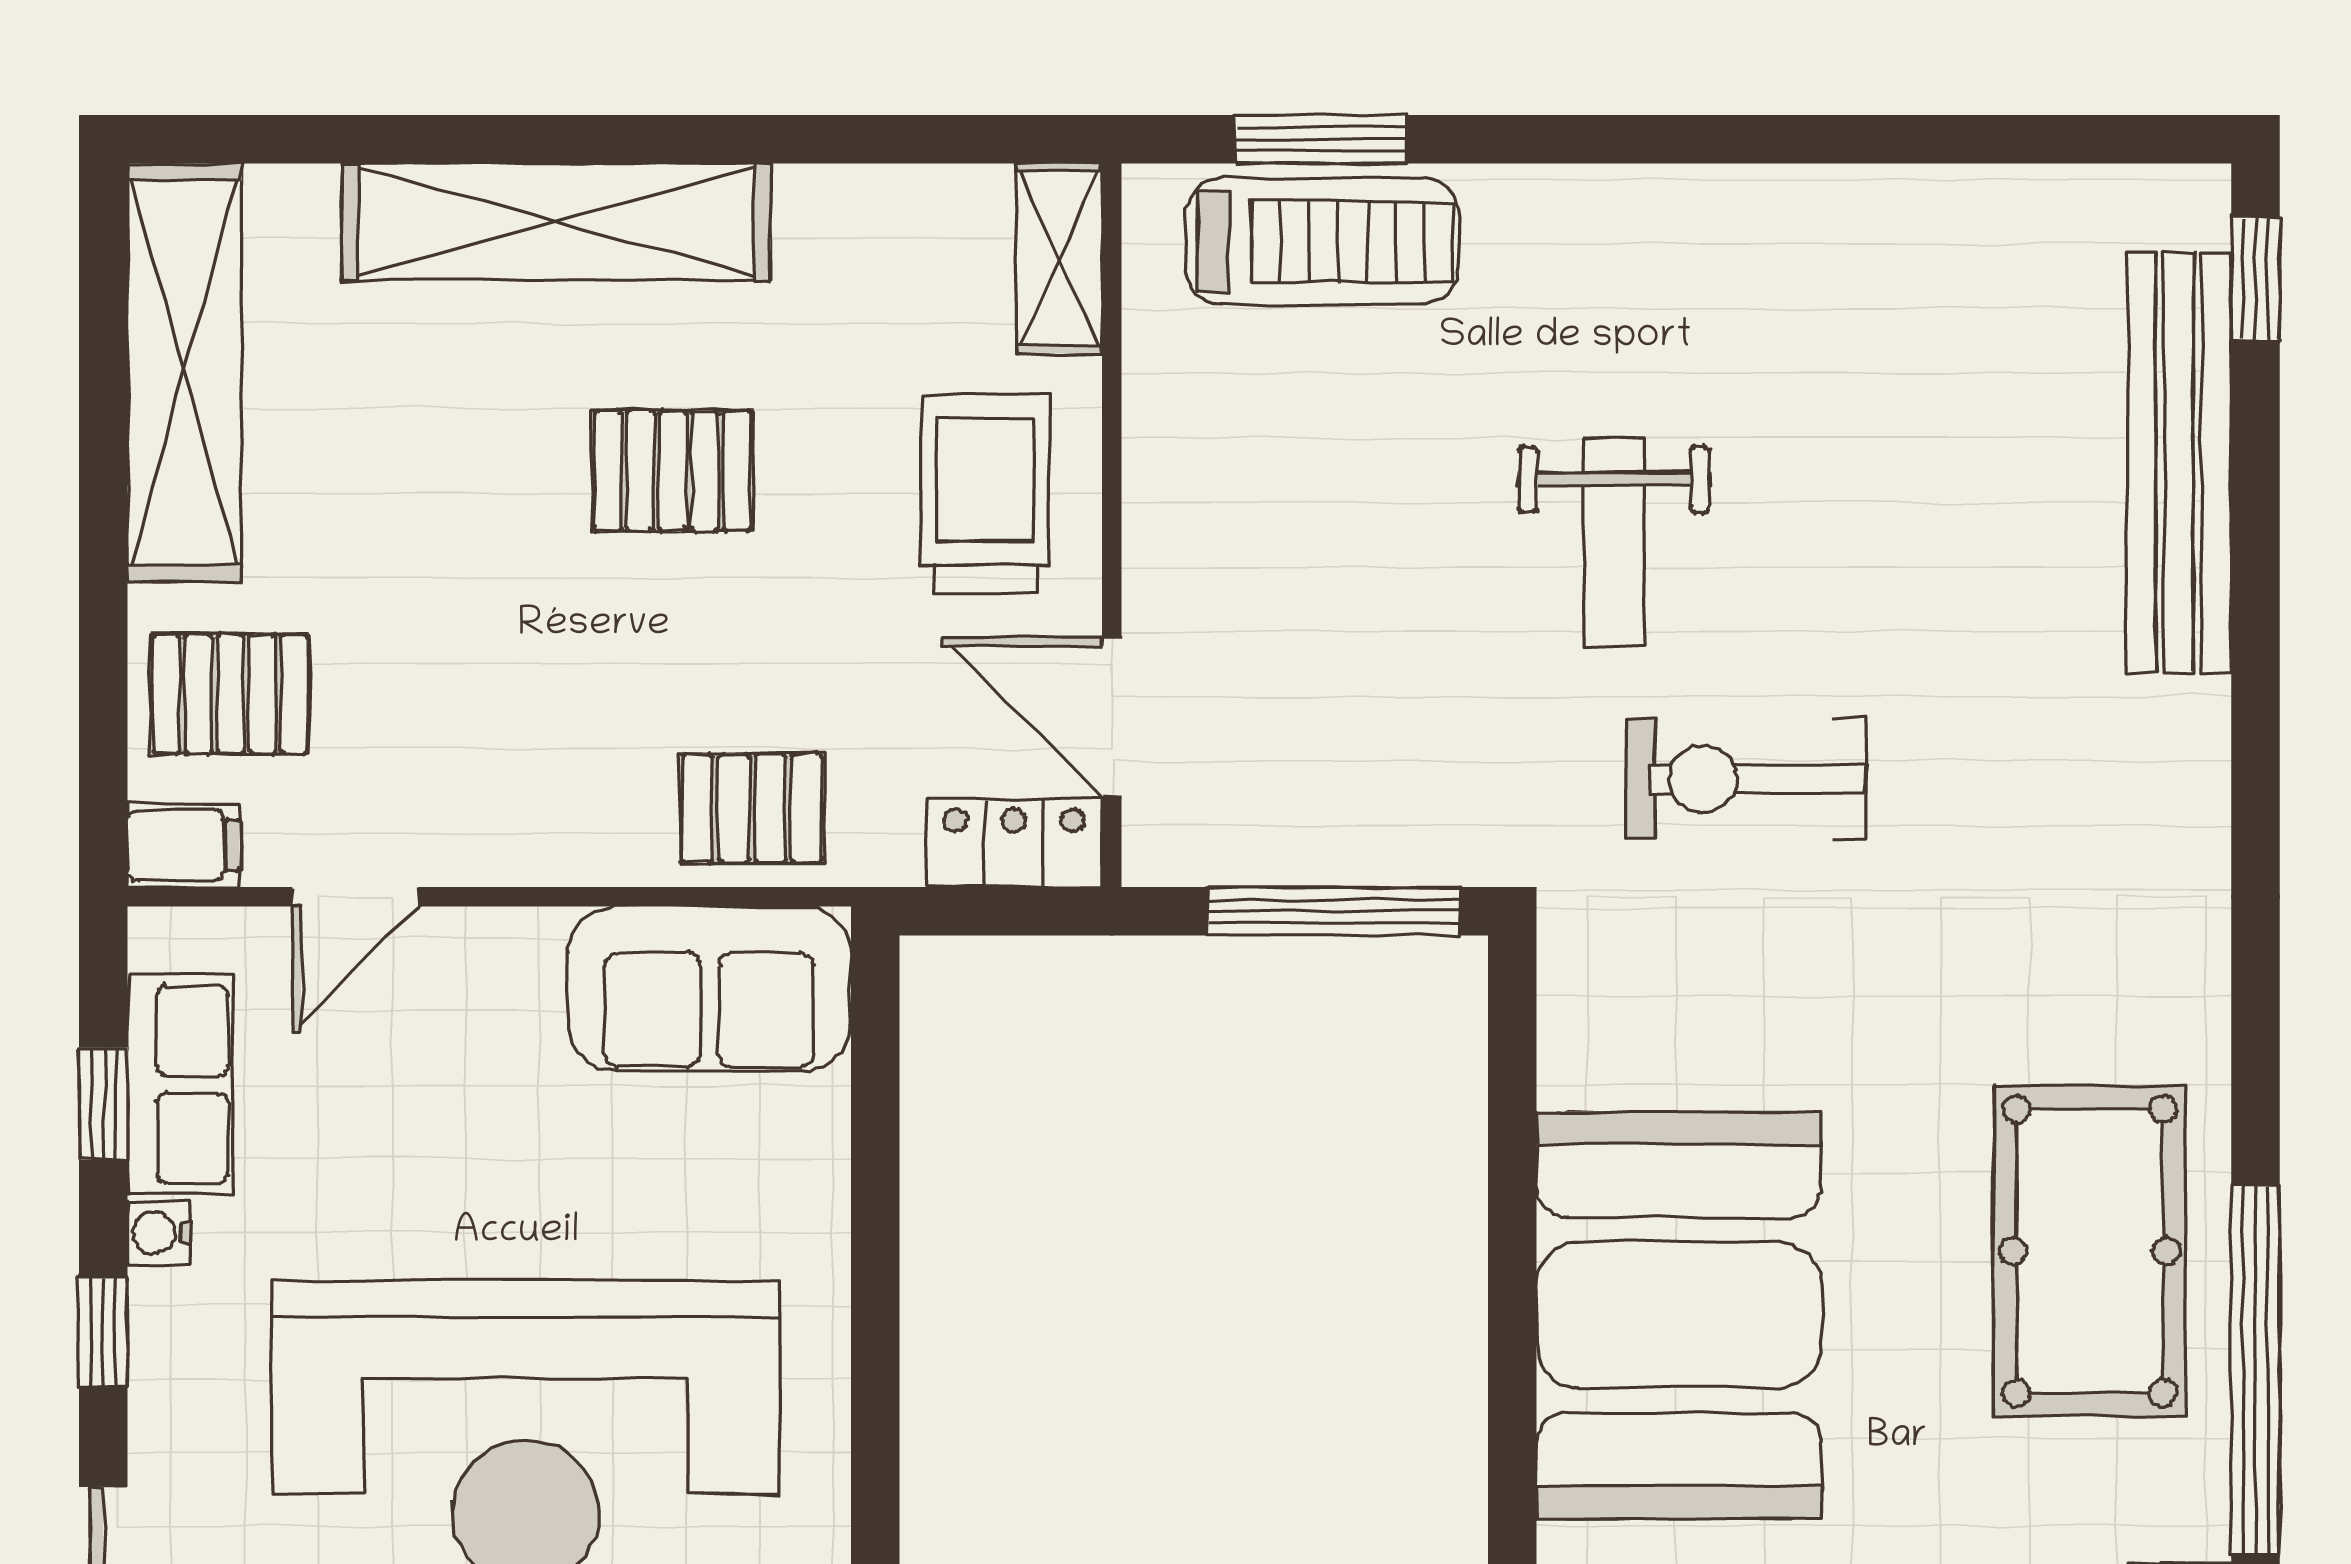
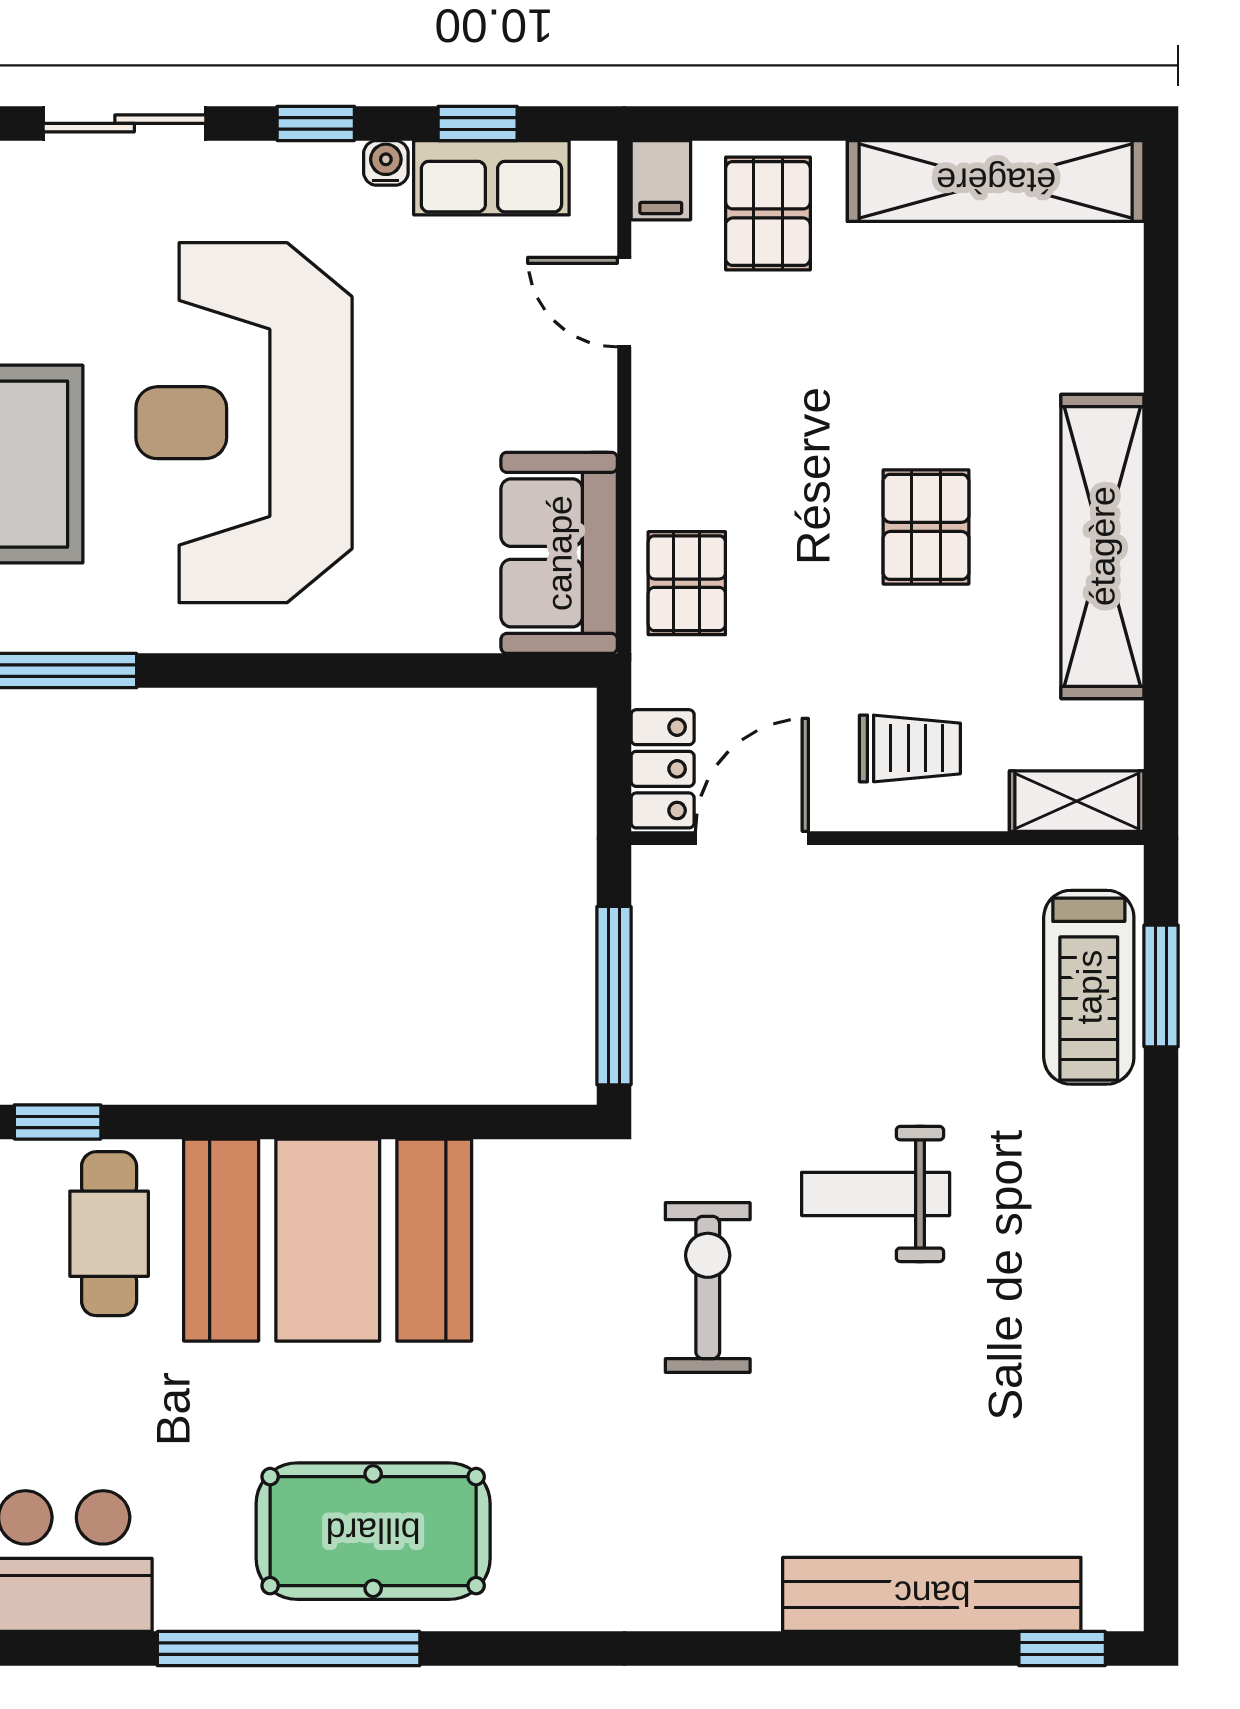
shelving: (556, 222) -> (1102, 546), moved
trolley: (985, 494) -> (910, 748), width x0.73, depth x0.72

